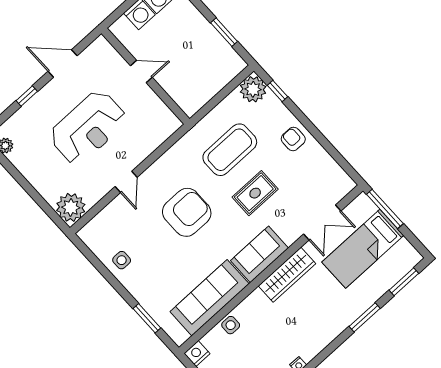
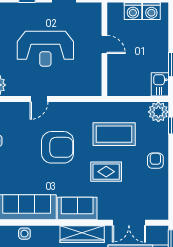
kitchen sink: (230, 61) -> (160, 84), added

